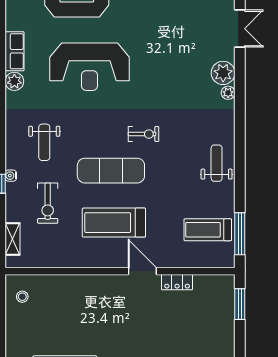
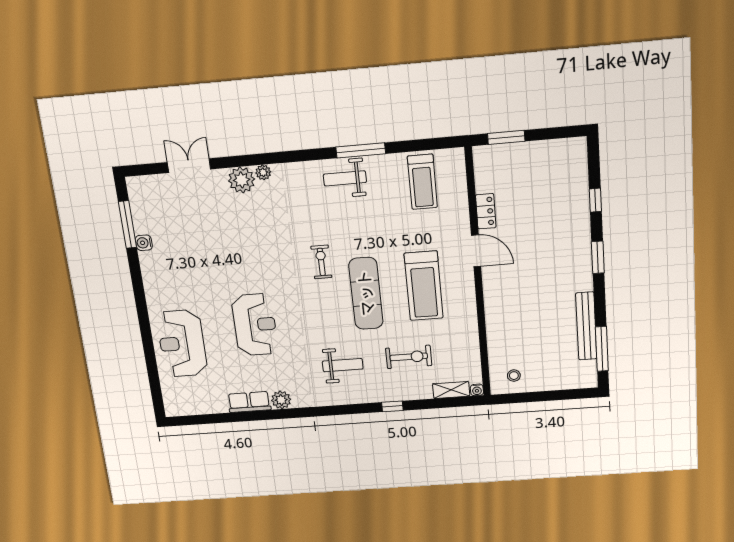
reception desk: (90, 67) -> (255, 325), width x0.74, depth x0.77
water cooler: (11, 176) -> (477, 390), moved
window: (240, 234) -> (361, 150), moved
door: (142, 271) -> (476, 251), swing flipped

